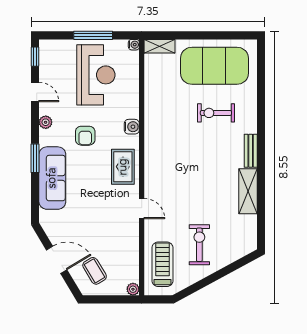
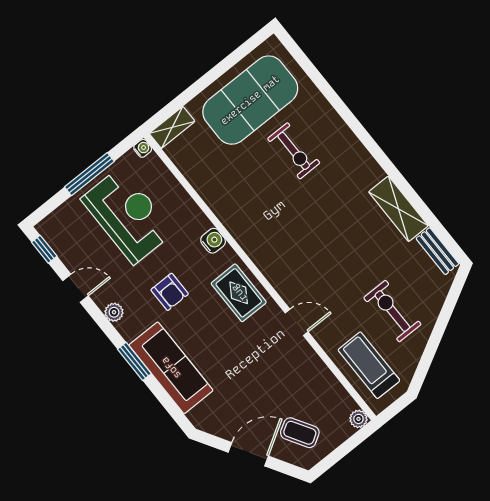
exercise bike: (216, 113) -> (294, 151), turned -90
bench: (251, 151) -> (437, 251), moved

